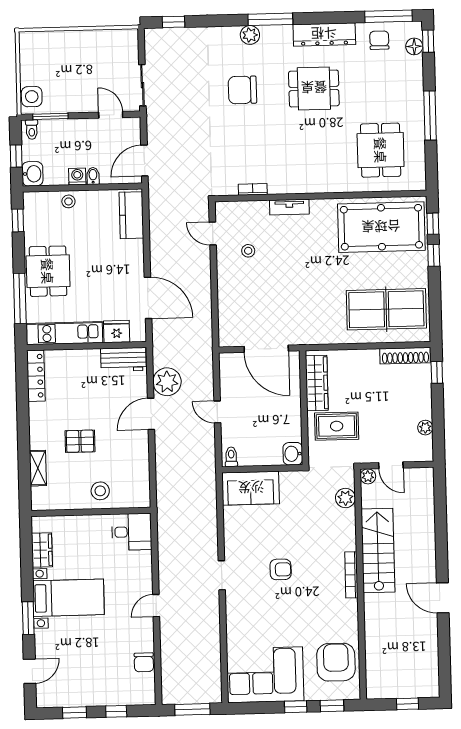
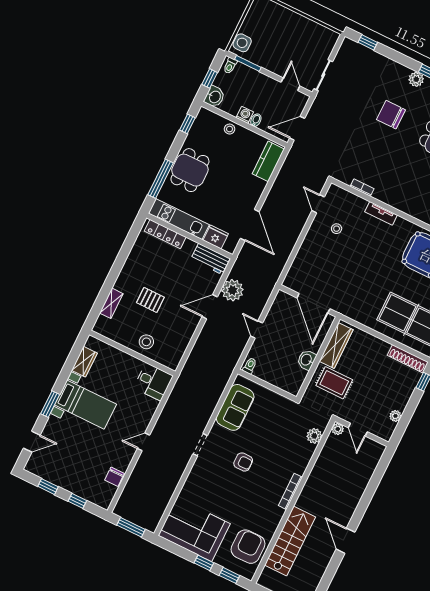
locker: (36, 376) -> (165, 234), moved, turned 90
washbasin: (293, 454) -> (307, 360), moved
sofa: (251, 488) -> (235, 407), moved, turned -90
stairs: (378, 550) -> (290, 541), moved

